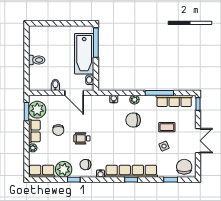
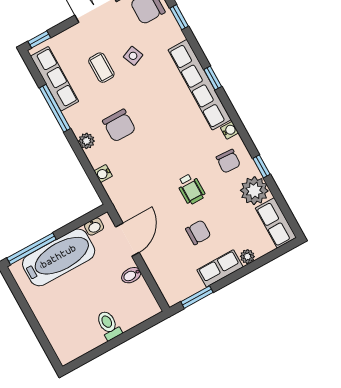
plant: (37, 110) -> (185, 282), removed

